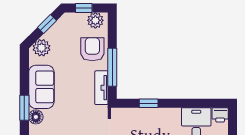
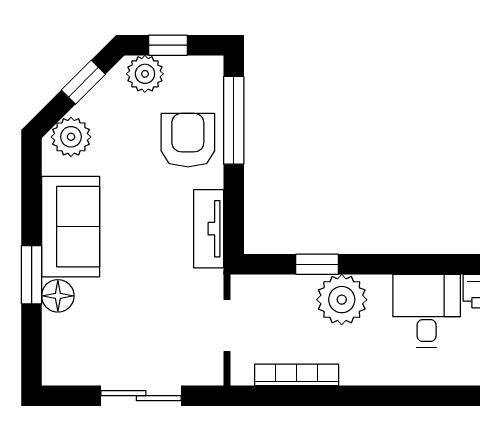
plant: (95, 20) -> (145, 74), moved
window: (112, 67) -> (234, 120), moved
plant: (159, 119) -> (342, 300), added

